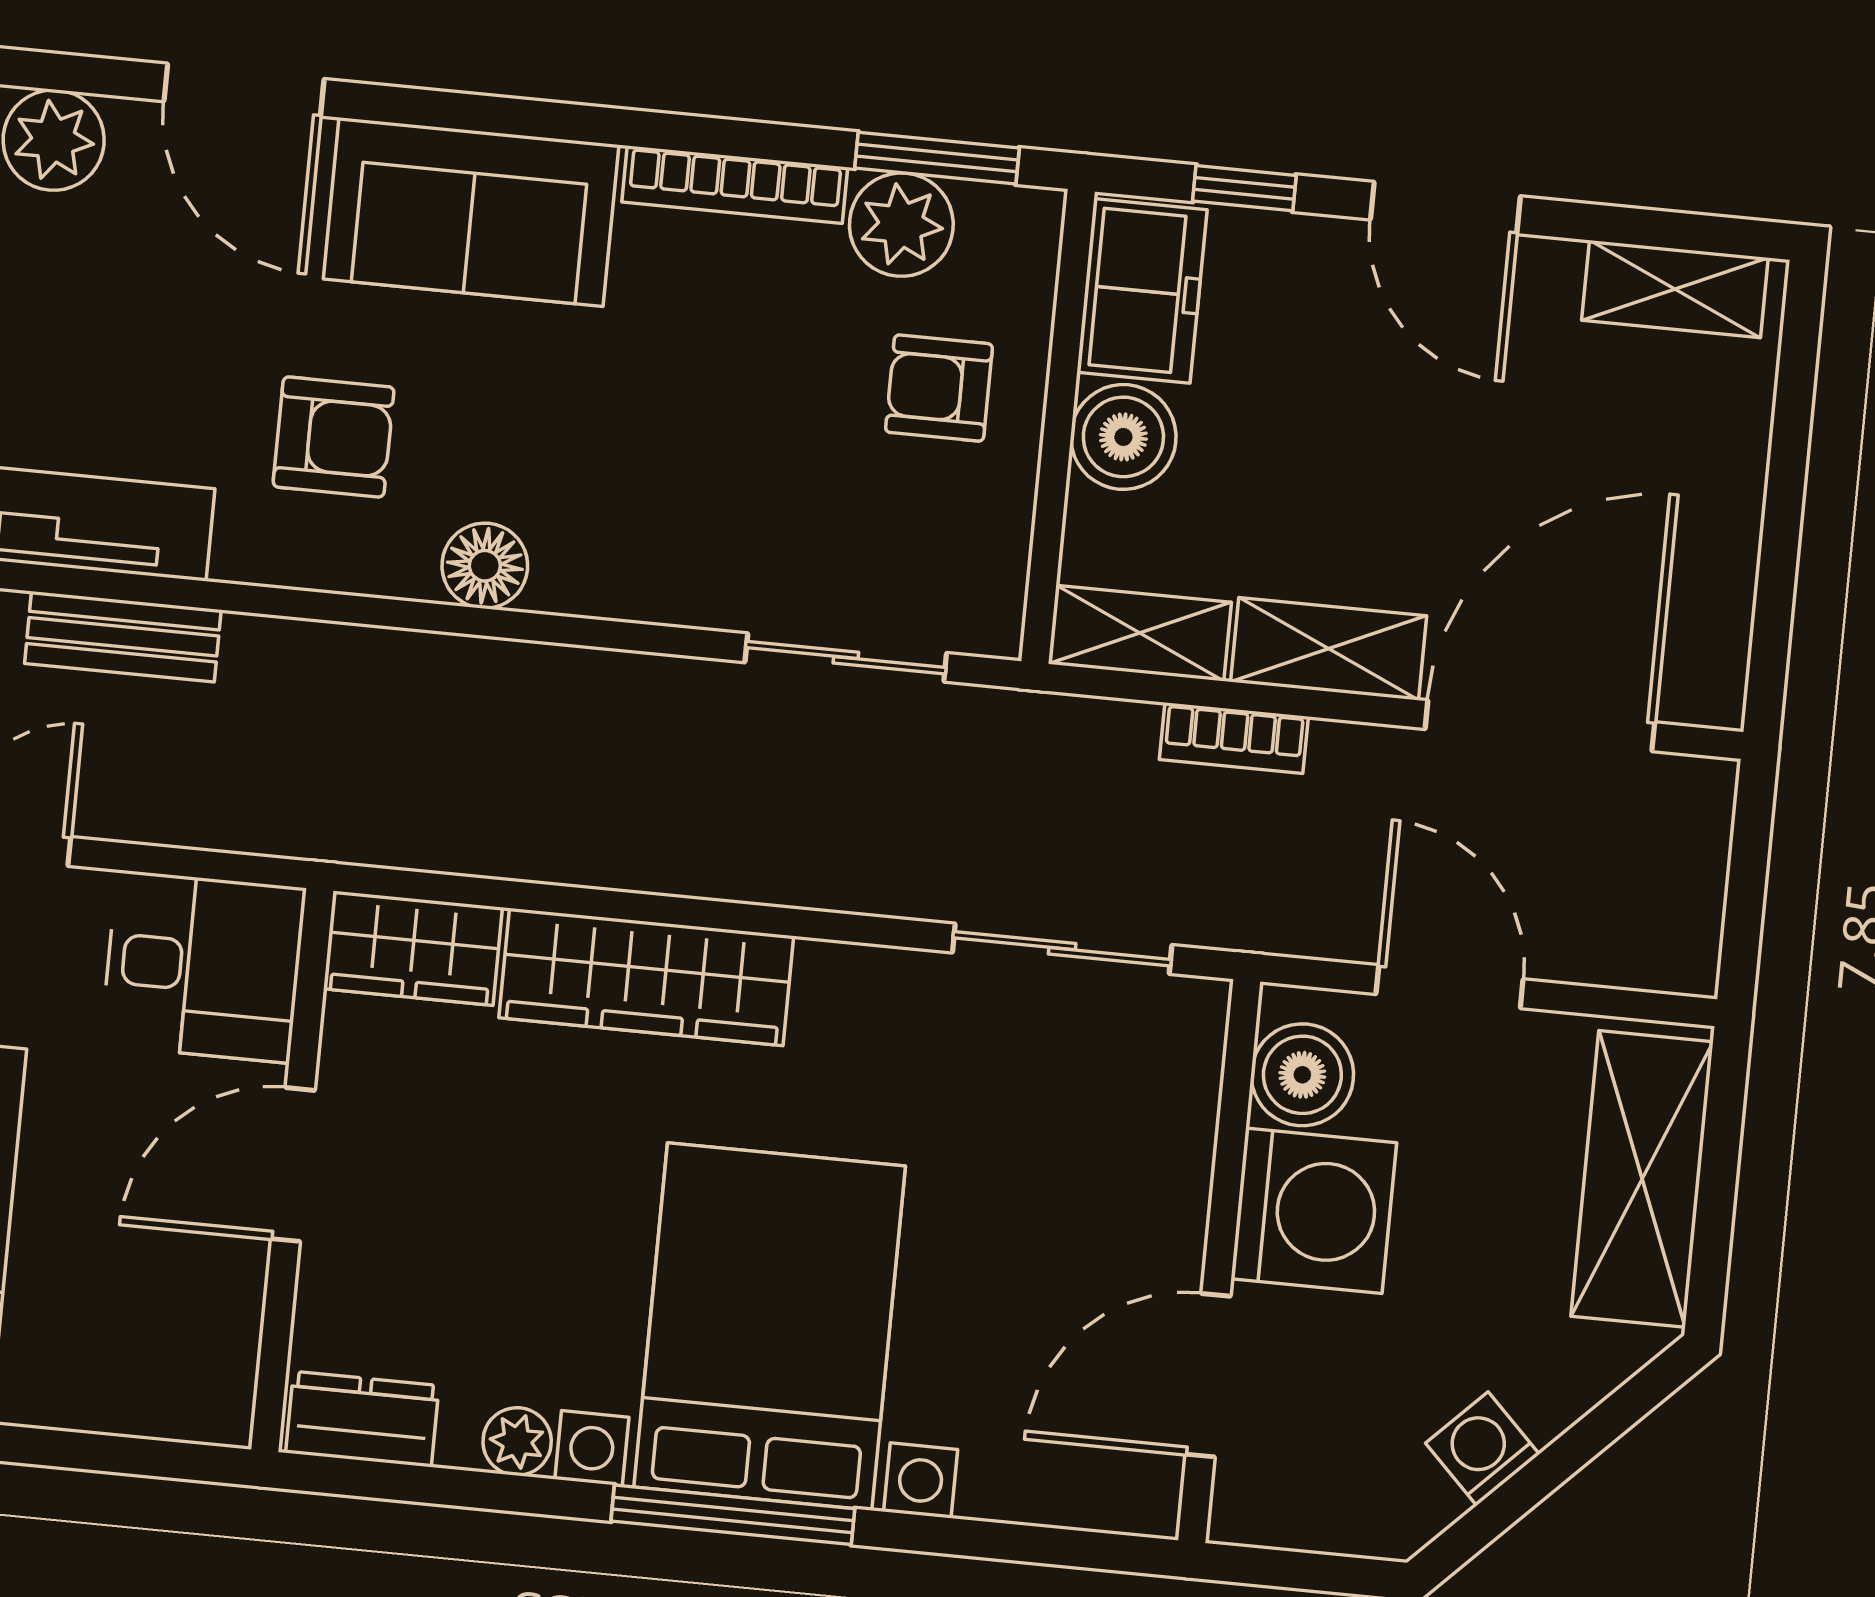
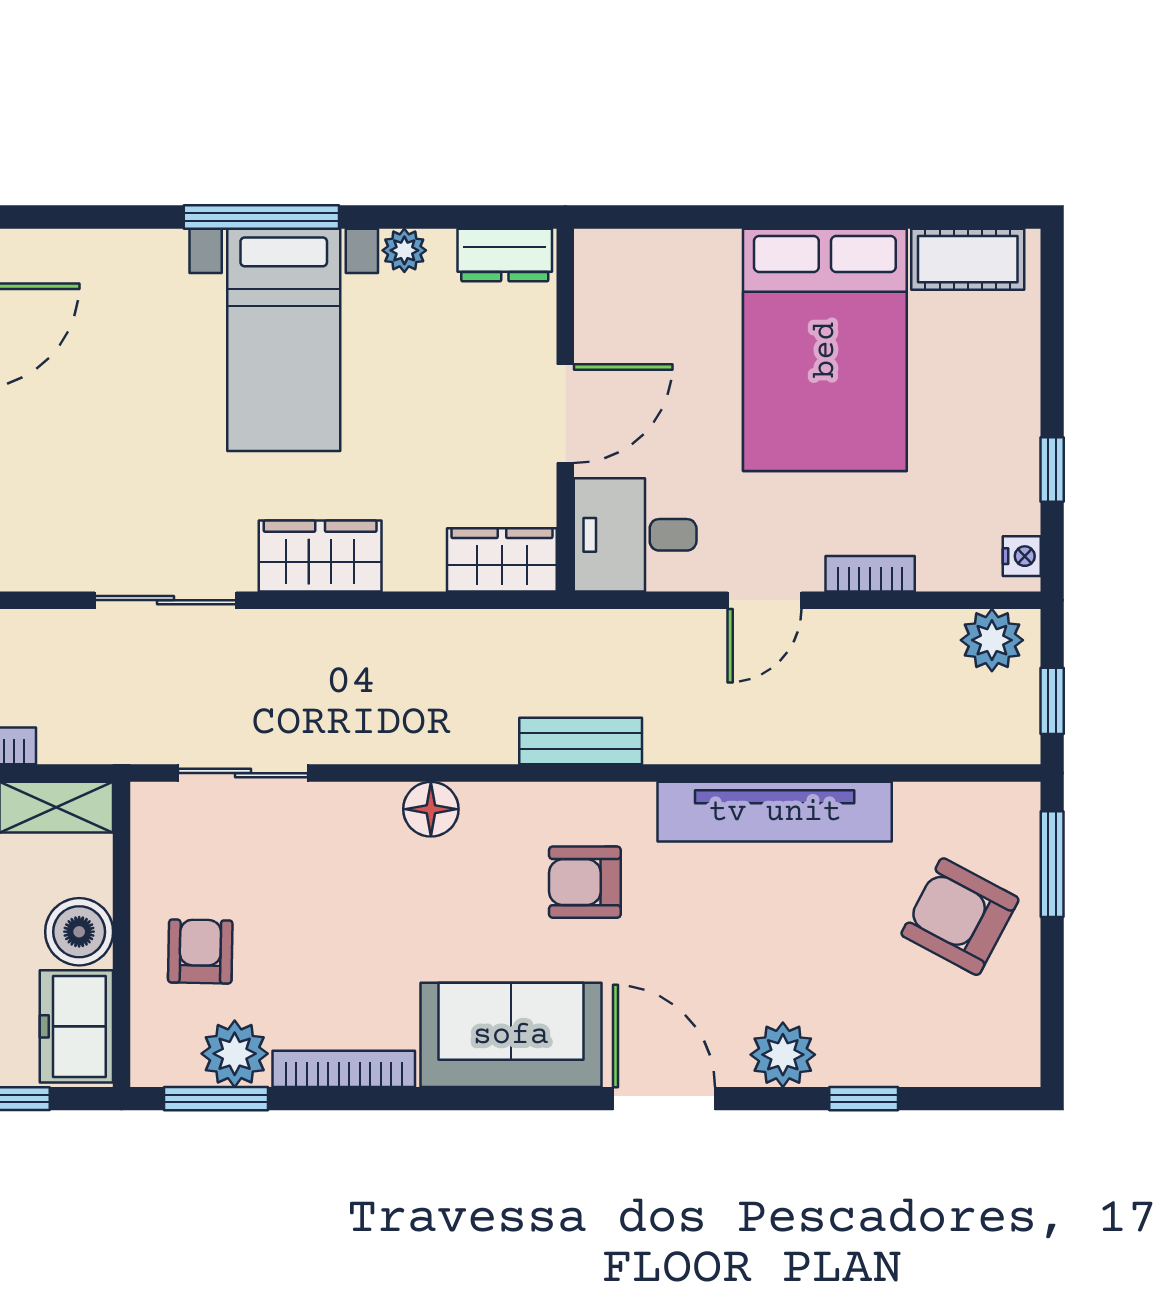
armchair: (939, 388) -> (200, 951), turned -89
floor lamp: (485, 566) -> (431, 809), moved
bench: (123, 637) -> (581, 741), moved
sliding door: (1062, 949) -> (165, 600), moved
wardrobe: (646, 977) -> (320, 556), width x0.67
bed with nightstands: (770, 1327) -> (284, 340), width x0.73

